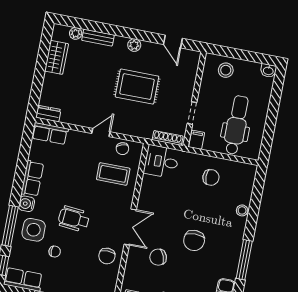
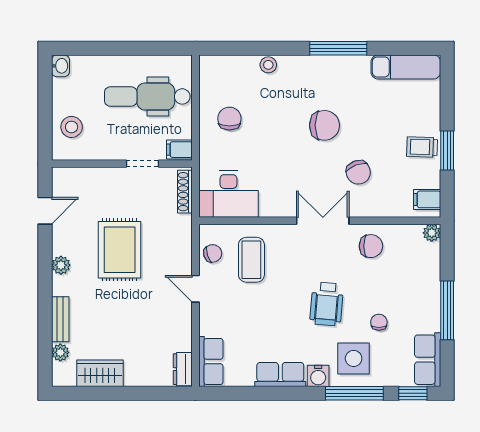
desk: (161, 162) -> (228, 194), width x1.37

